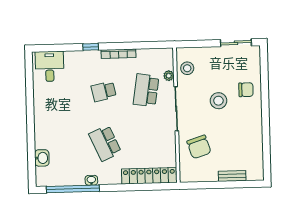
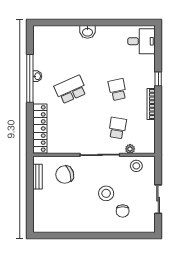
sliding door: (236, 43) -> (158, 199), moved
school desk: (146, 90) -> (117, 128), width x0.54
chair: (246, 90) -> (123, 211), moved
washbasin: (42, 158) -> (87, 32), moved
bench: (232, 176) -> (38, 177), moved
window: (73, 189) -> (30, 78), moved

